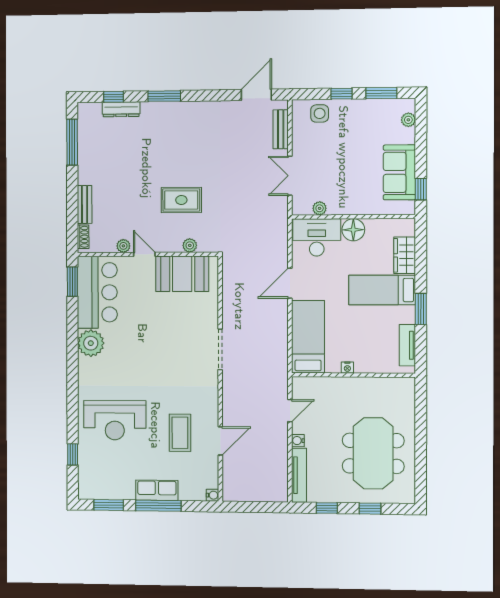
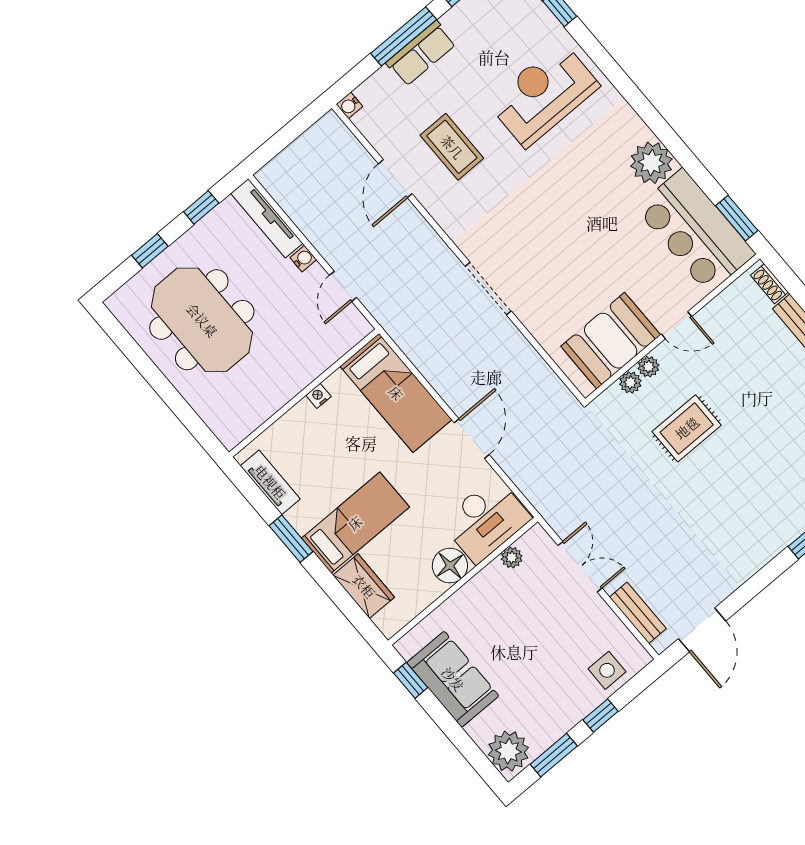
plant: (408, 120) -> (508, 751), width x1.87, depth x1.87
plant: (123, 246) -> (648, 367), moved

